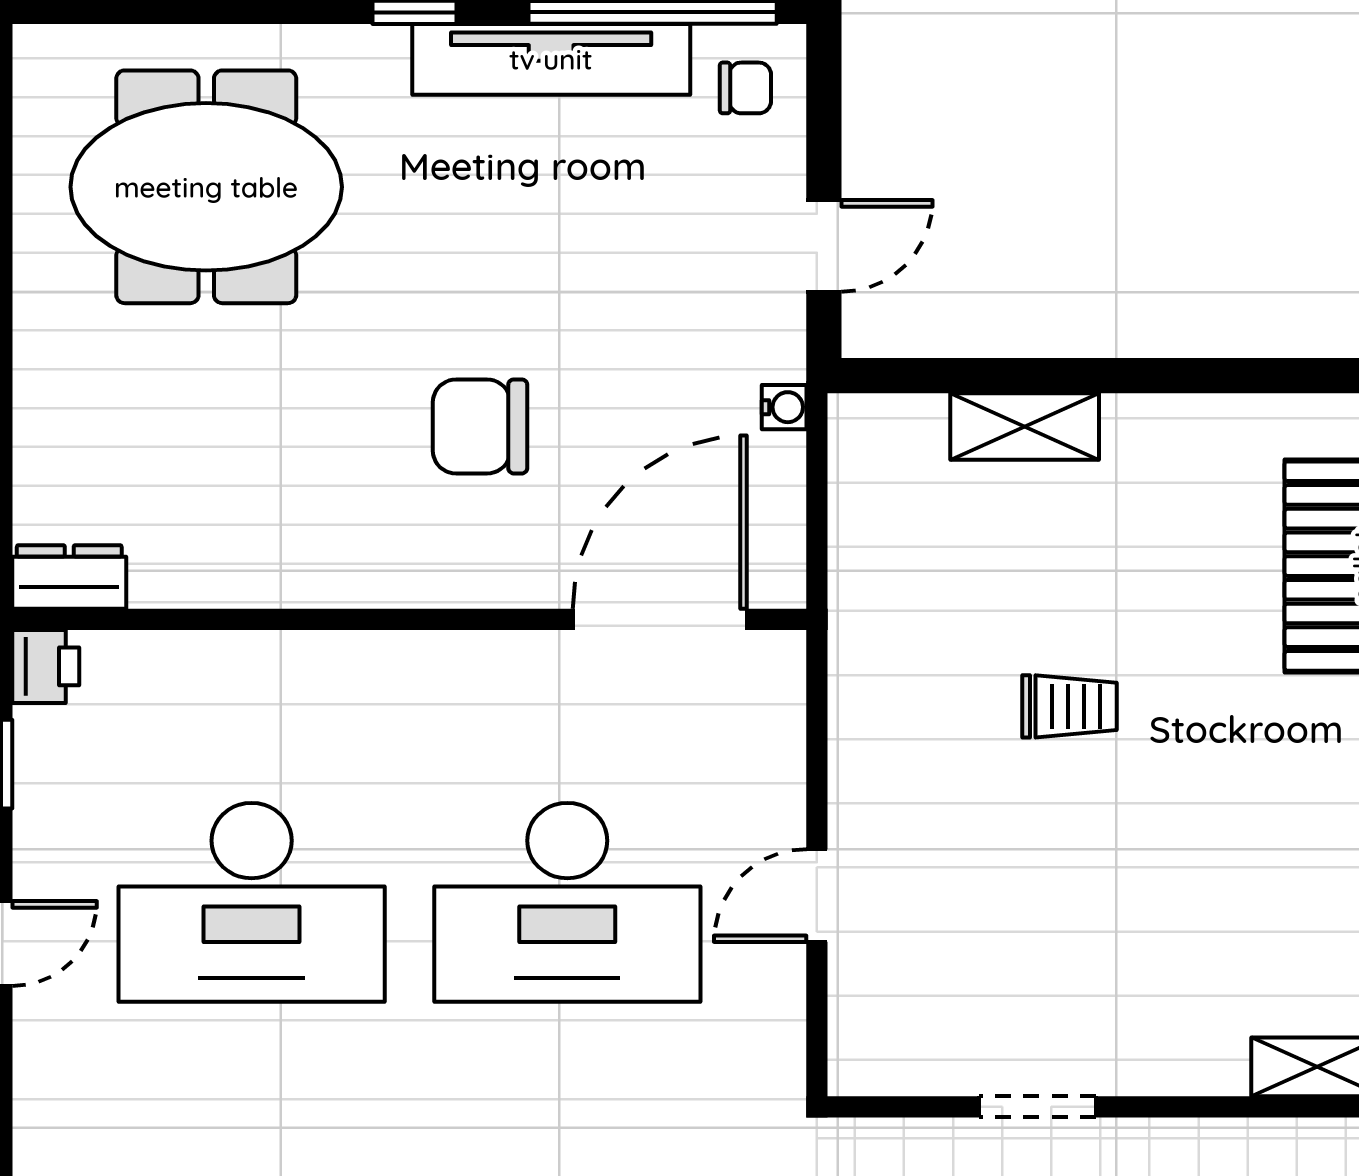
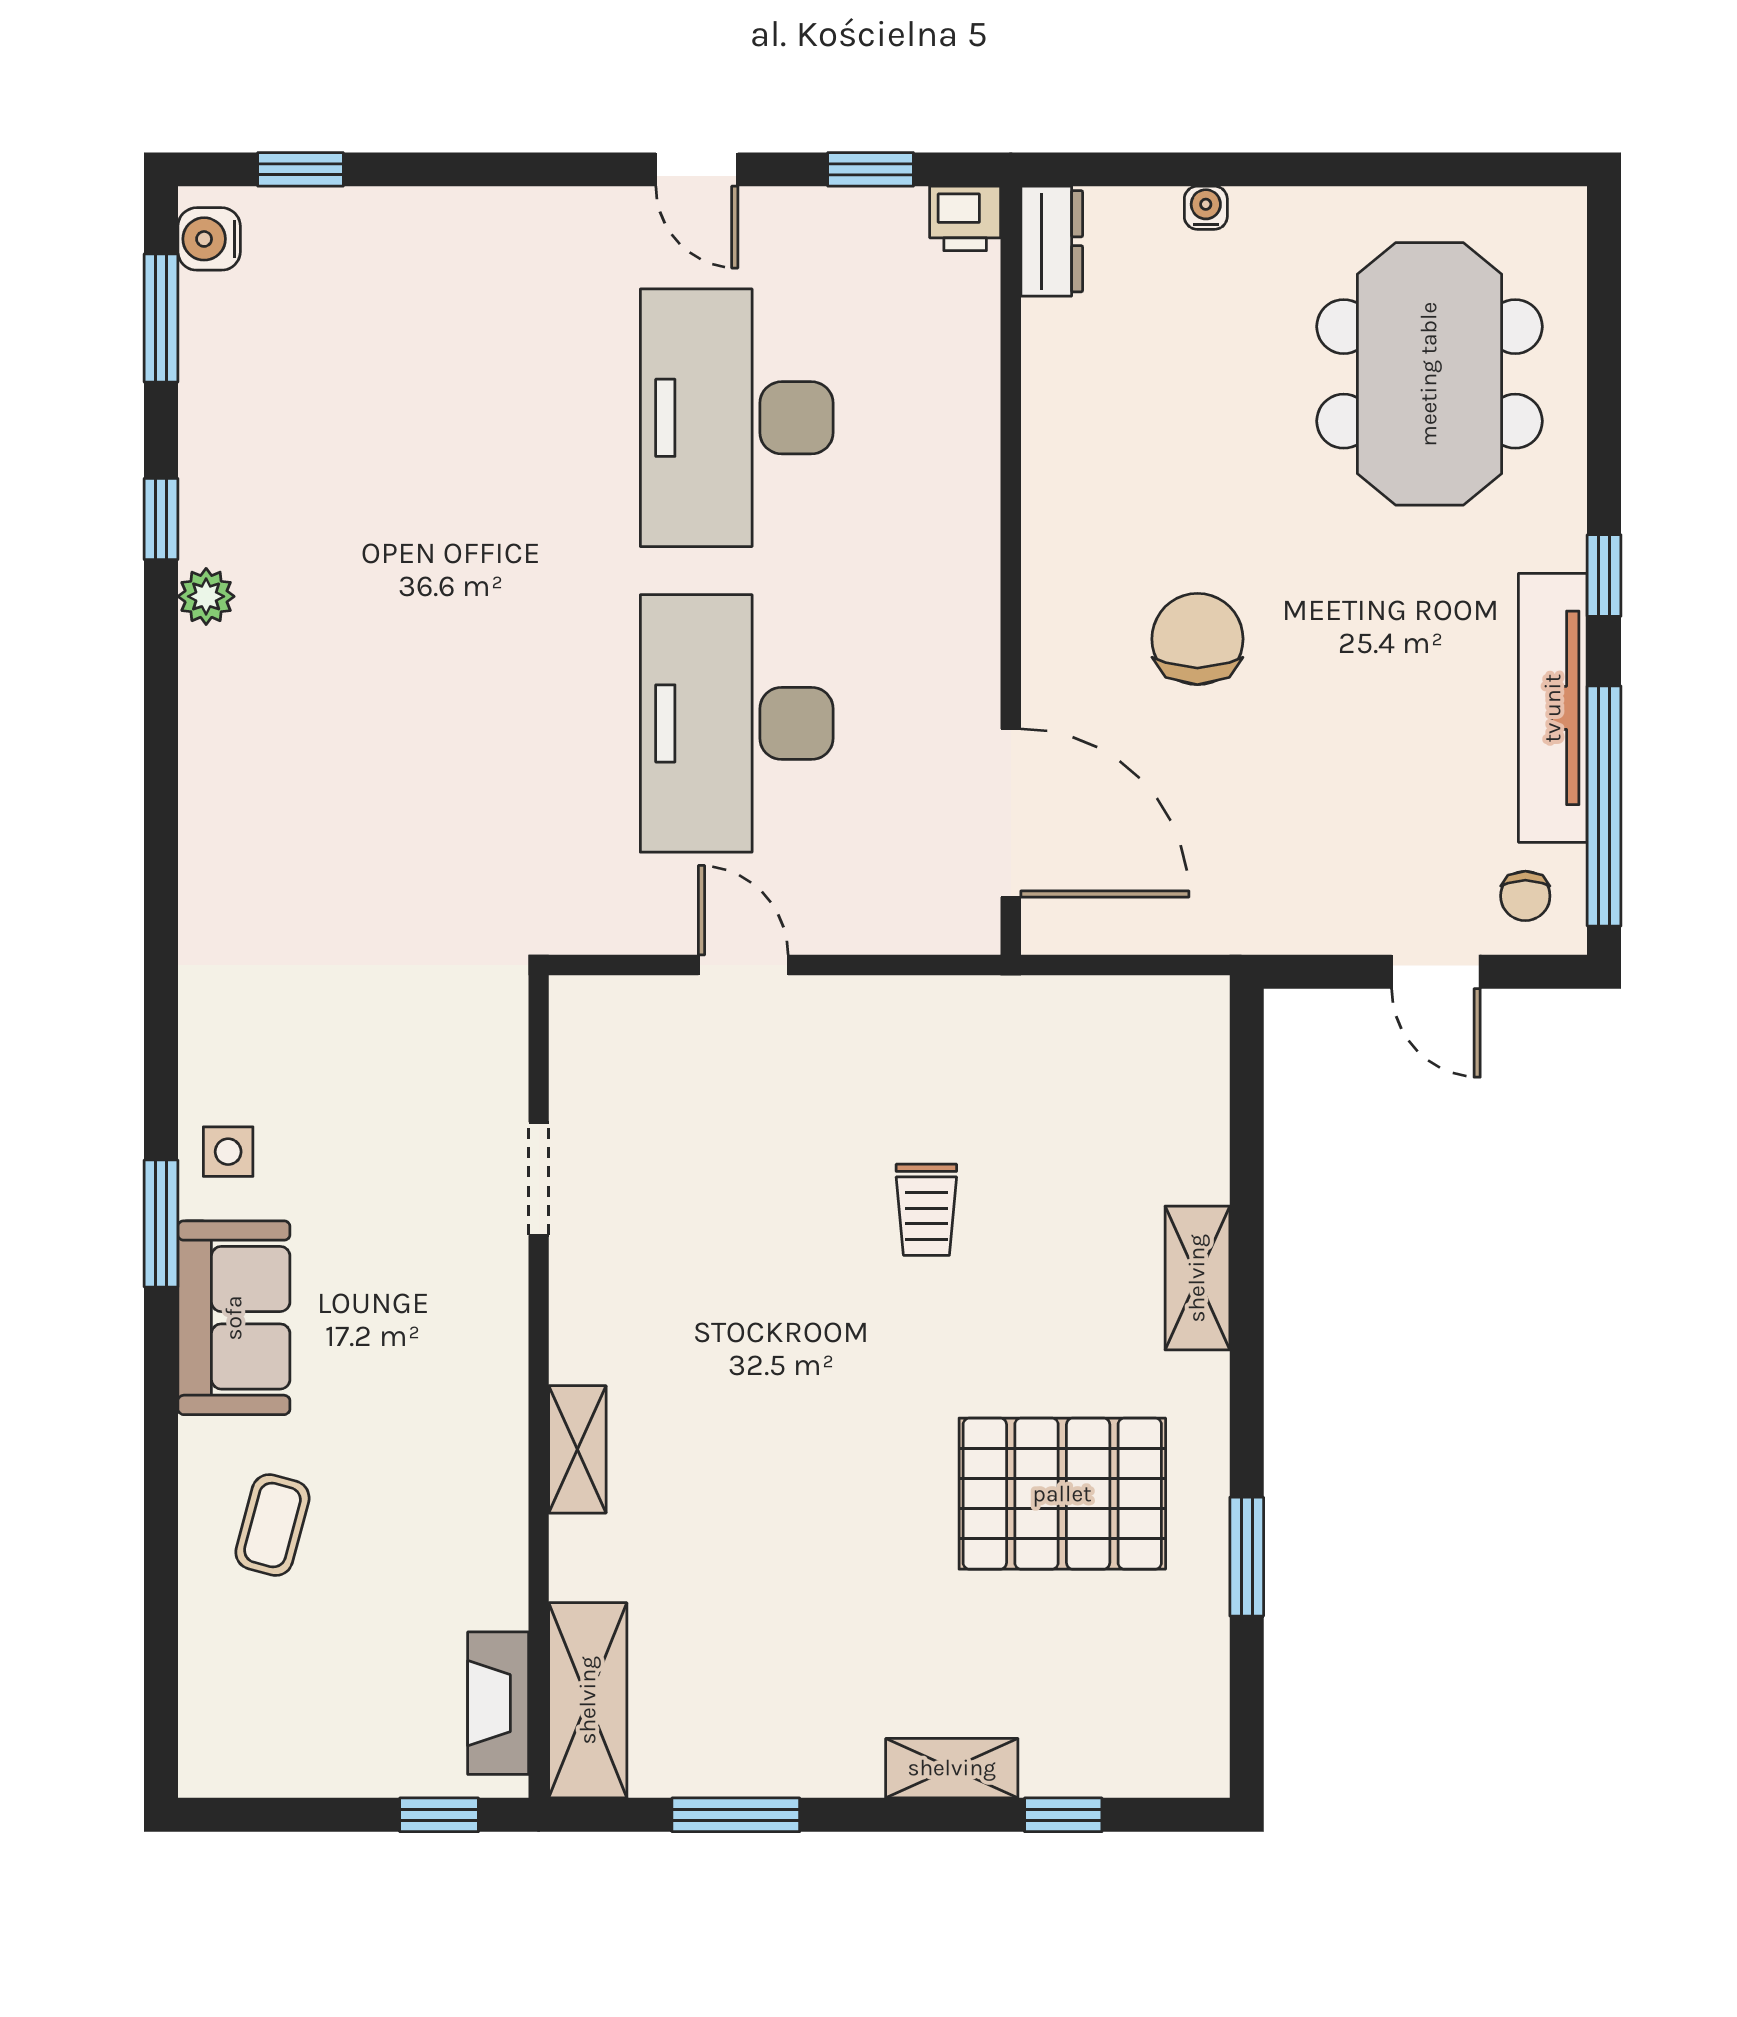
door: (824, 246) -> (1436, 972), moved
water cooler: (784, 407) -> (1206, 208), moved, turned 180
shelving: (1025, 426) -> (1197, 1278), moved

